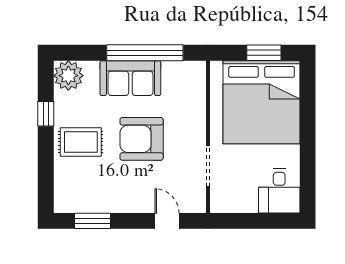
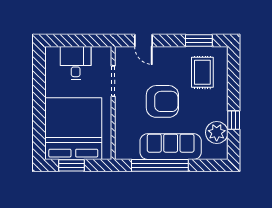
plant: (68, 76) -> (217, 133), moved
sofa: (130, 78) -> (171, 147), width x1.36
rug: (81, 142) -> (202, 72), moved, turned 90
desk: (279, 191) -> (76, 63), moved

